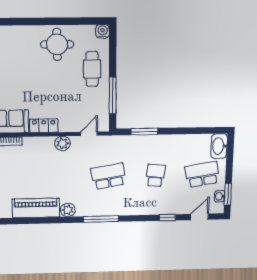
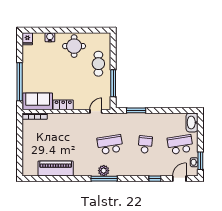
water cooler: (102, 31) -> (50, 37), moved
plant: (62, 143) -> (76, 118), removed
plant: (68, 210) -> (104, 171), moved

